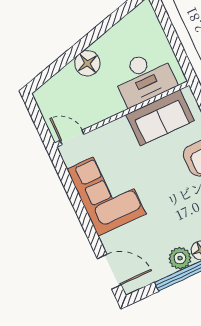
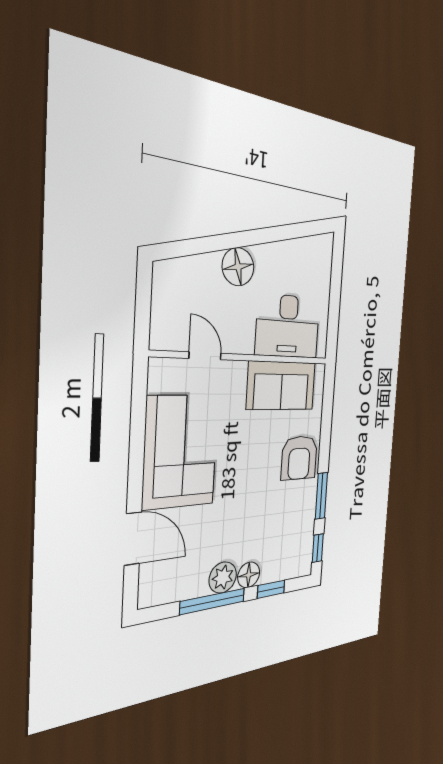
door: (72, 137) -> (205, 356), moved
door: (109, 272) -> (133, 539), moved

